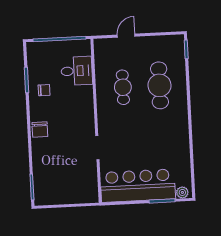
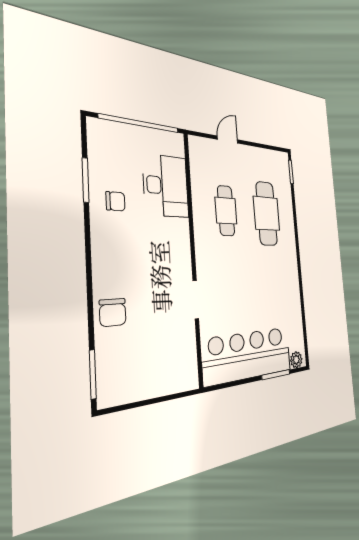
desk: (77, 71) -> (166, 186), width x1.37
chair: (40, 130) -> (113, 312), moved

